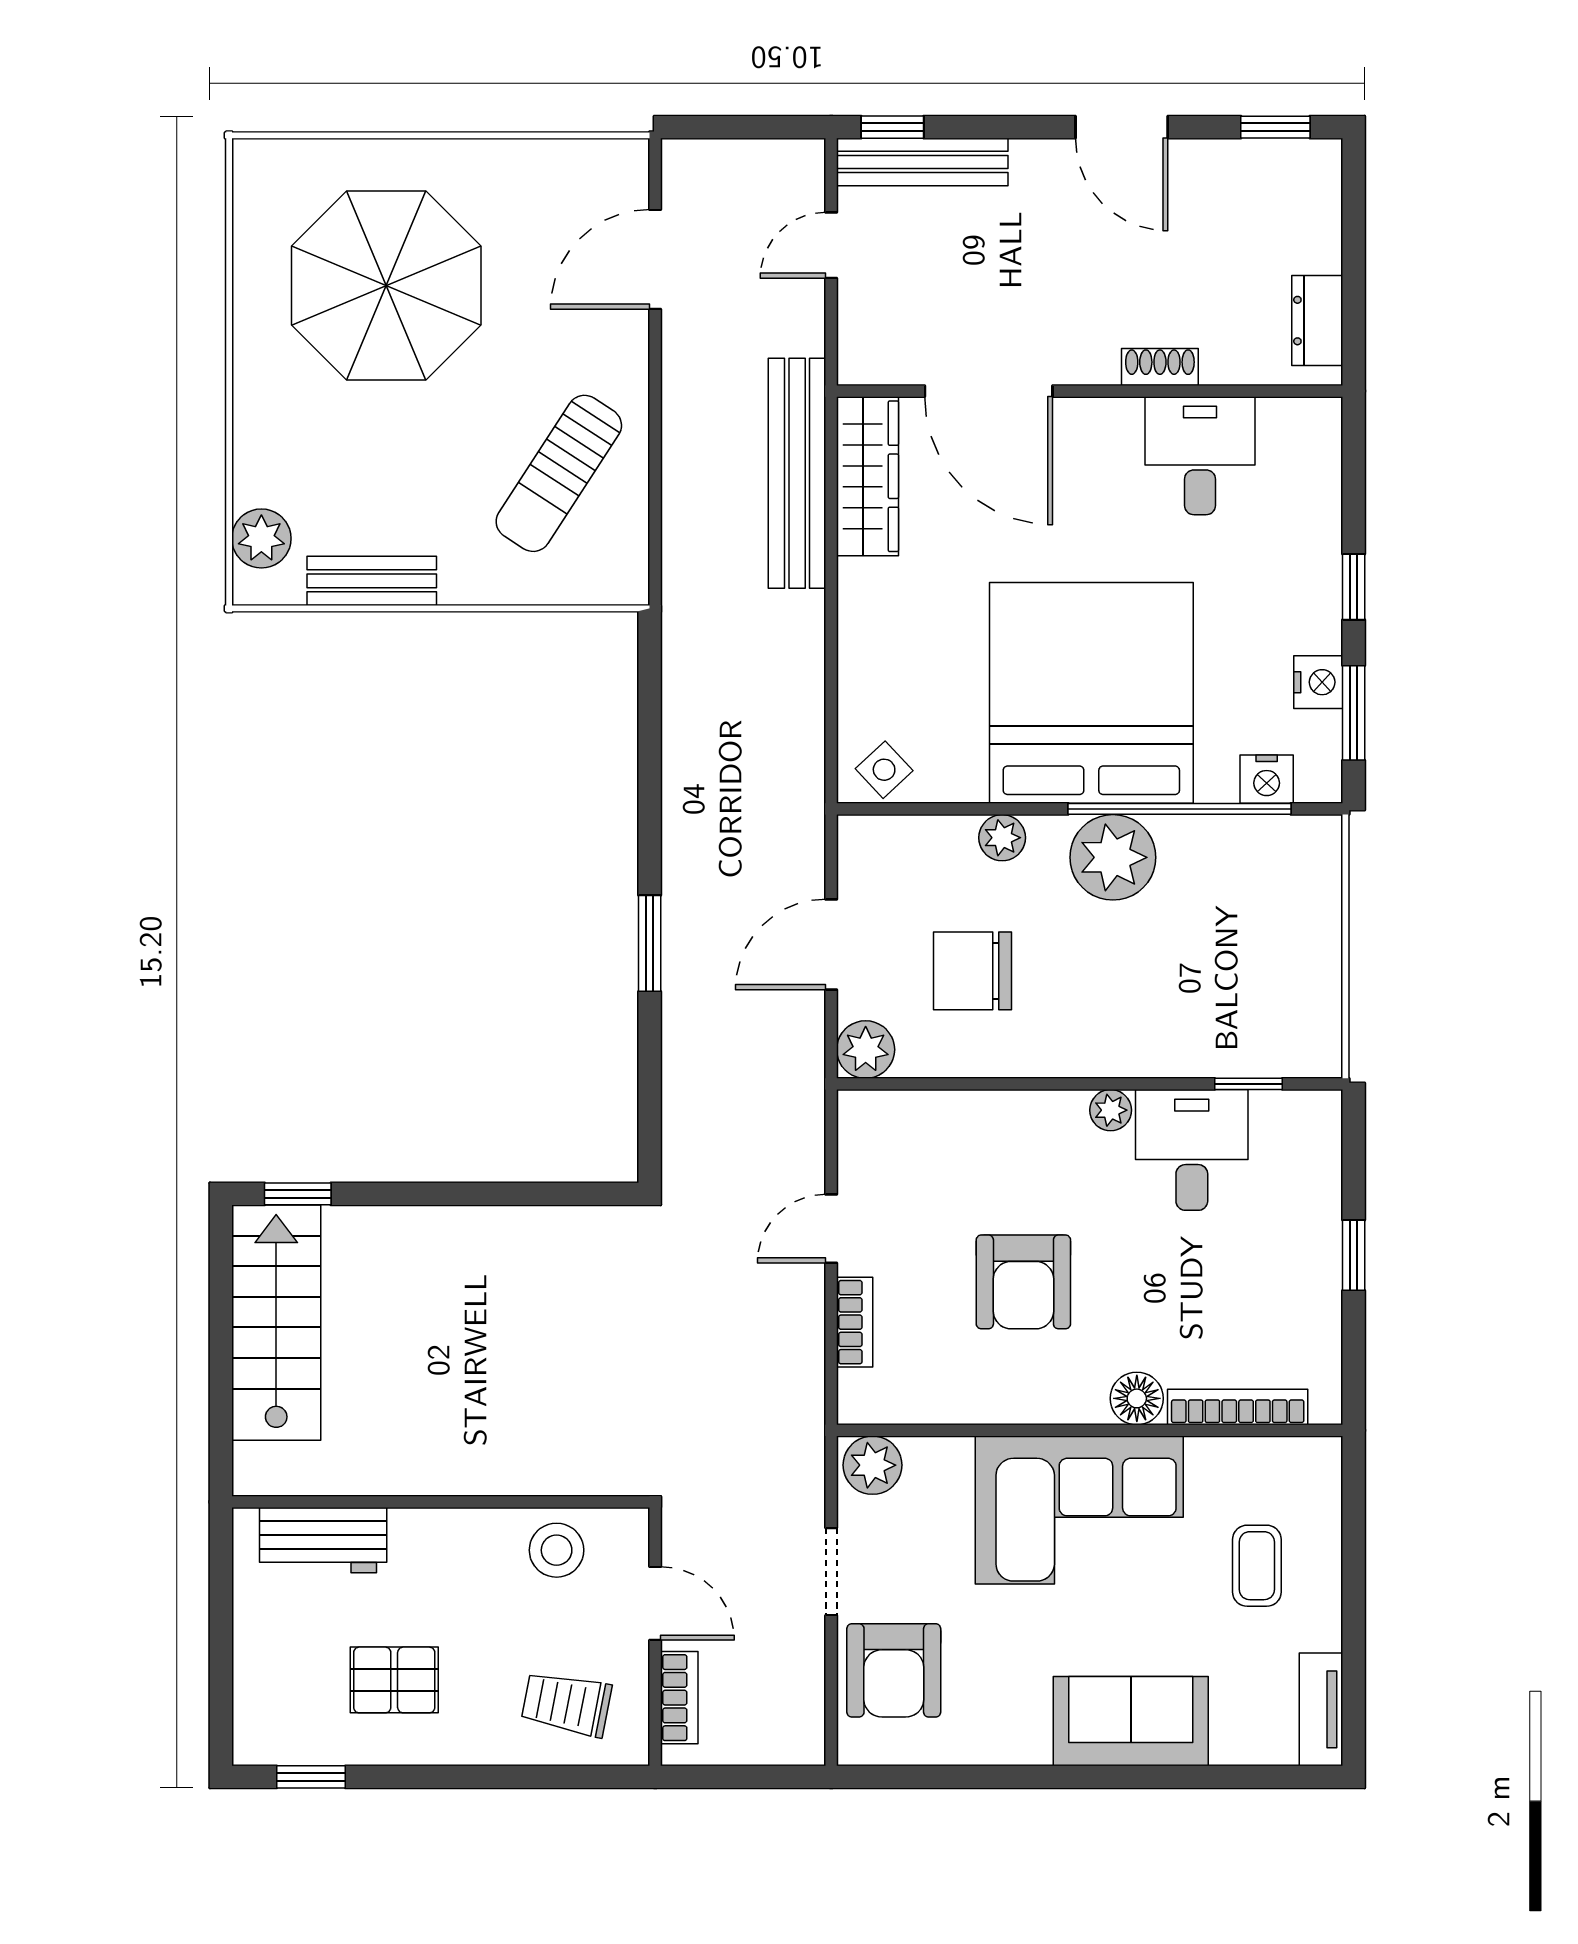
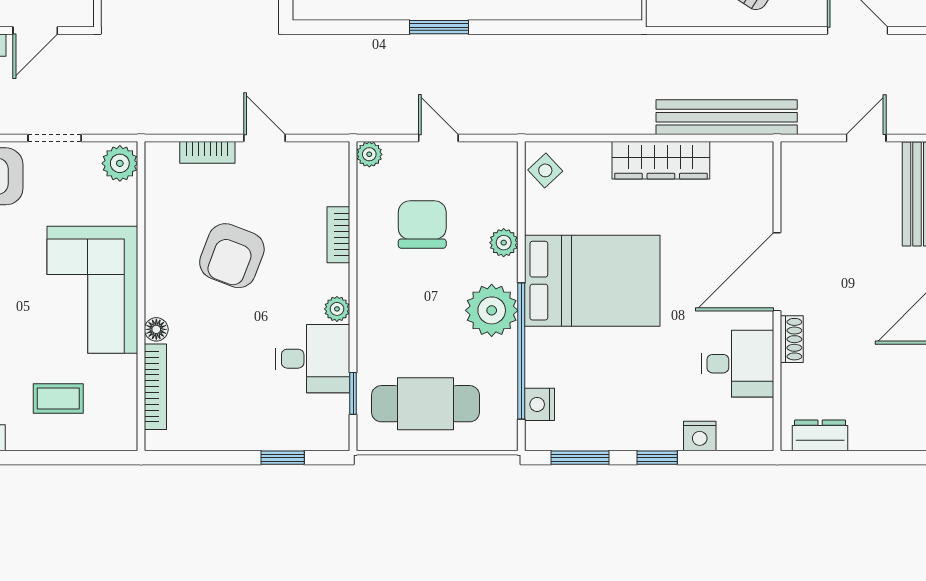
door: (831, 245) -> (866, 138), hinge flipped
door: (989, 391) -> (777, 272), moved
wardrobe: (867, 476) -> (661, 160), moved
nightstand: (1318, 682) -> (700, 436), moved
bed: (1091, 693) -> (592, 281), width x0.73
door: (831, 944) -> (438, 138), width x0.73
cafe table: (1265, 966) -> (425, 404), added
plant: (866, 1050) -> (369, 154), width x0.73, depth x0.73
bookcase: (989, 1108) -> (338, 235), added
window: (1354, 1255) -> (283, 458), moved
armchair: (1023, 1282) -> (232, 256), turned -69
floor lamp: (1137, 1398) -> (156, 329), width x0.73, depth x0.73

